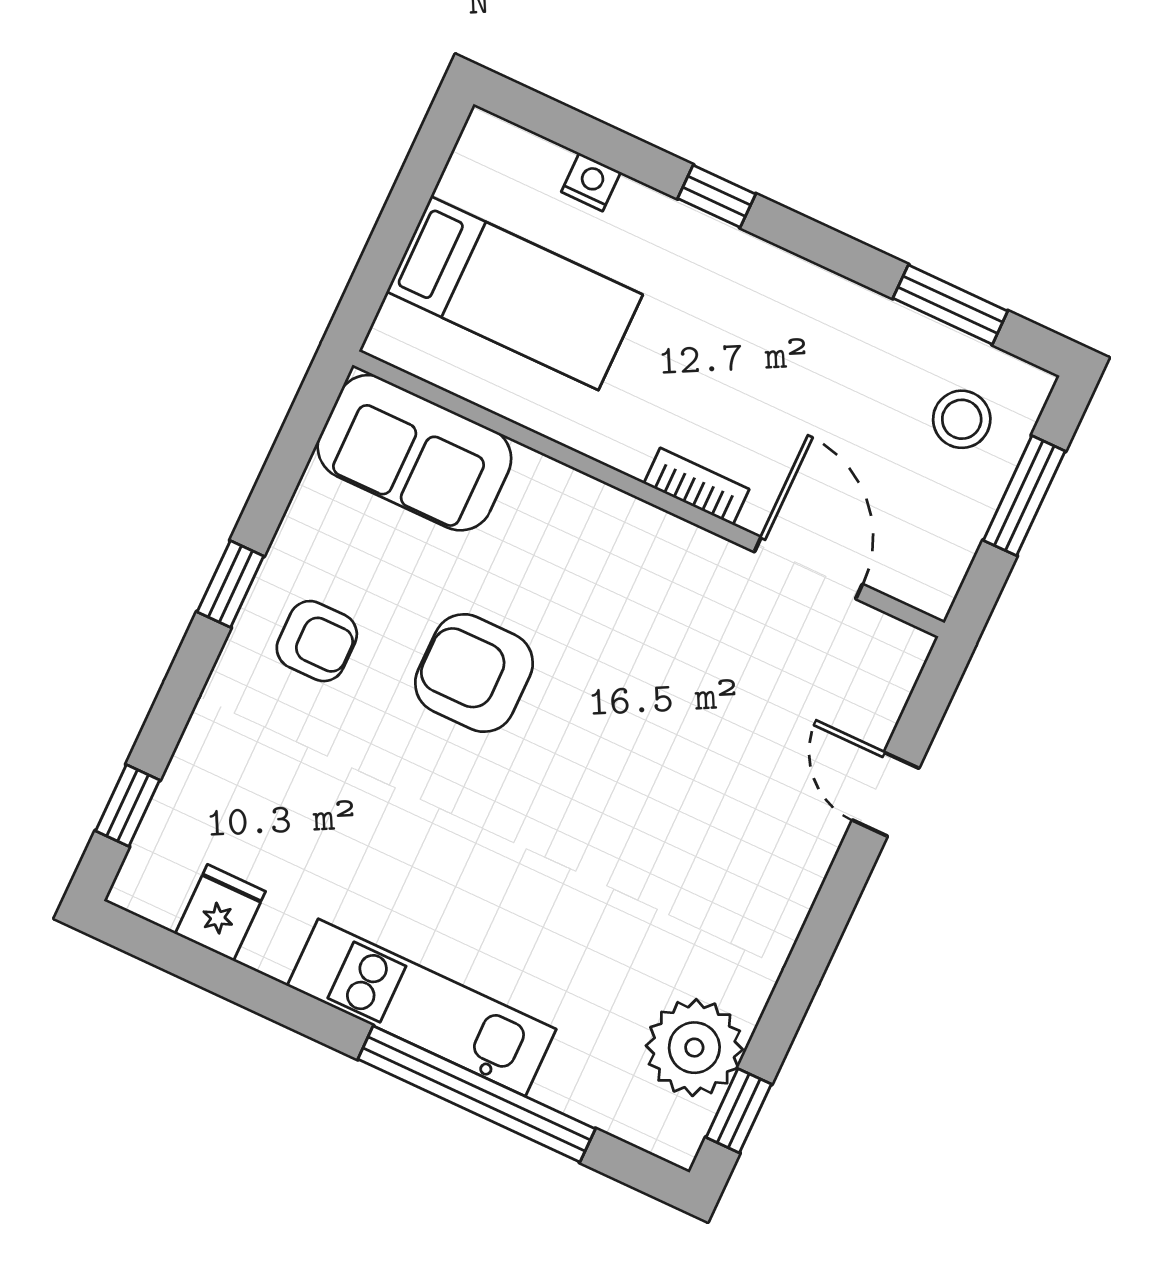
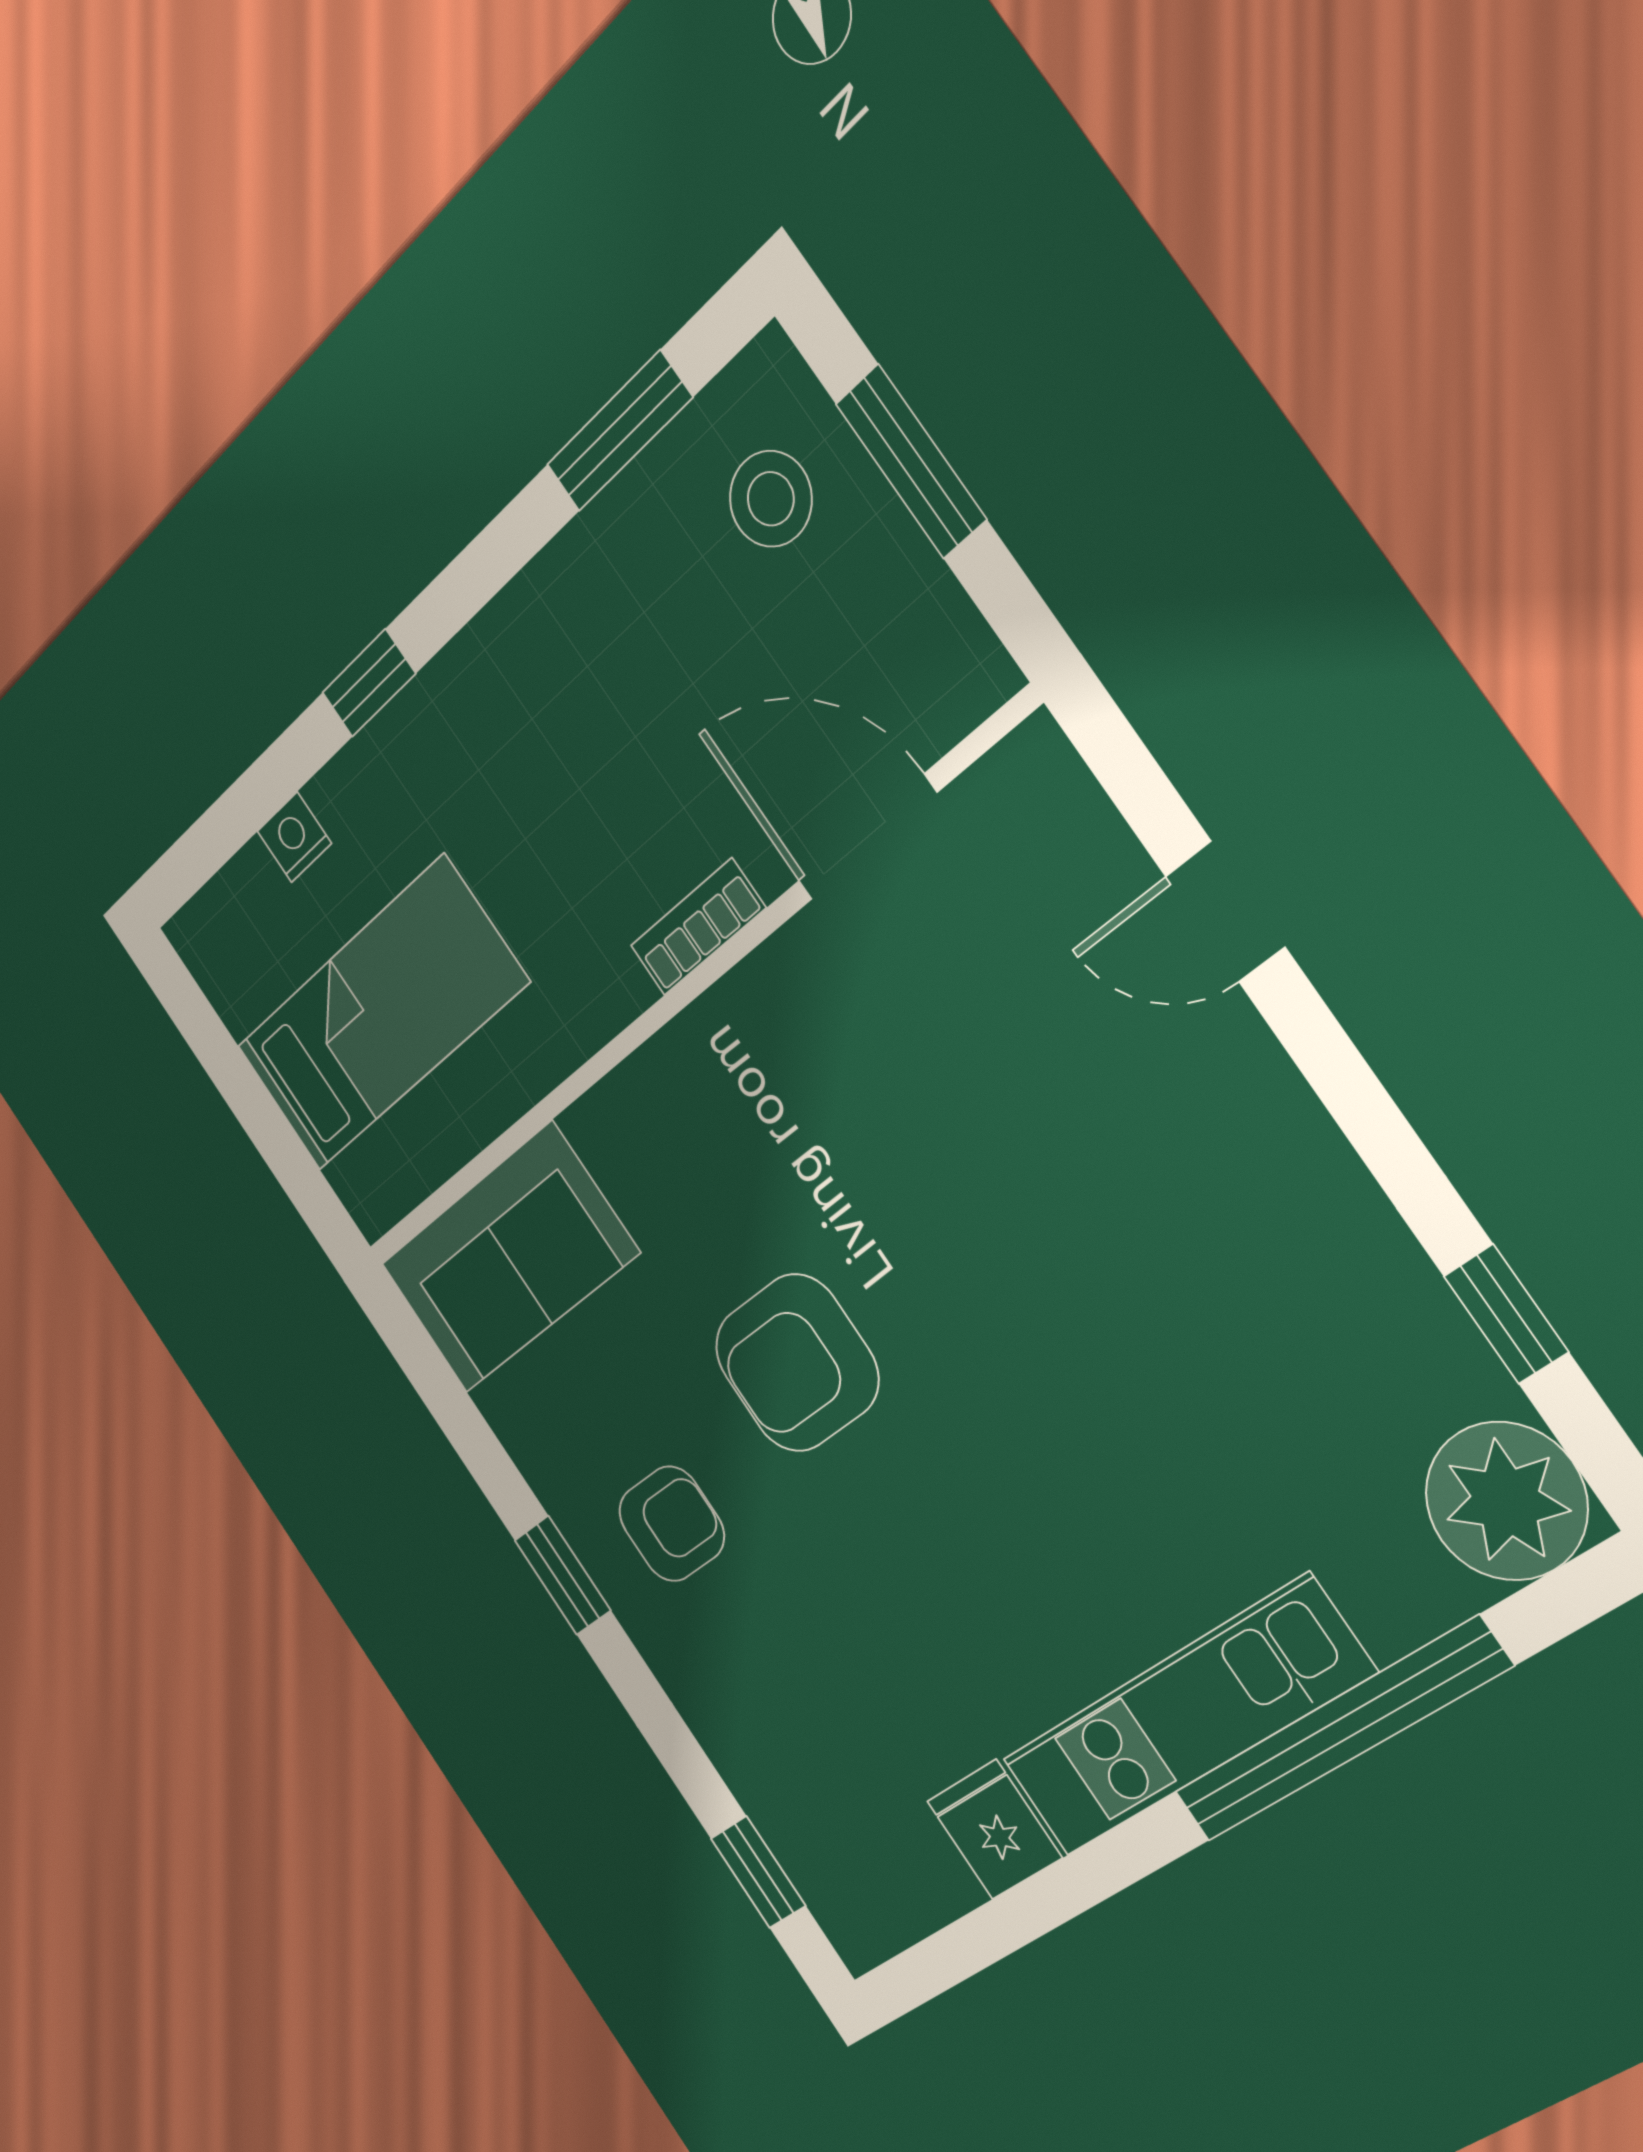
fridge: (220, 913) -> (994, 1829), moved
plant: (694, 1048) -> (1506, 1501), moved
window: (739, 1111) -> (1506, 1314), moved

